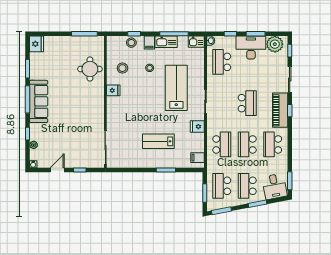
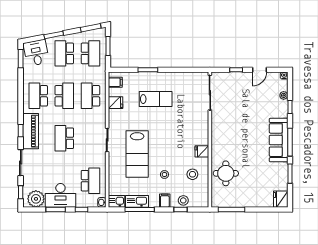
kitchen sink: (166, 42) -> (137, 201), moved
fridge: (197, 127) -> (115, 103), moved
school desk: (273, 144) -> (38, 96), turned 180
school desk: (247, 186) -> (64, 53), turned 180

